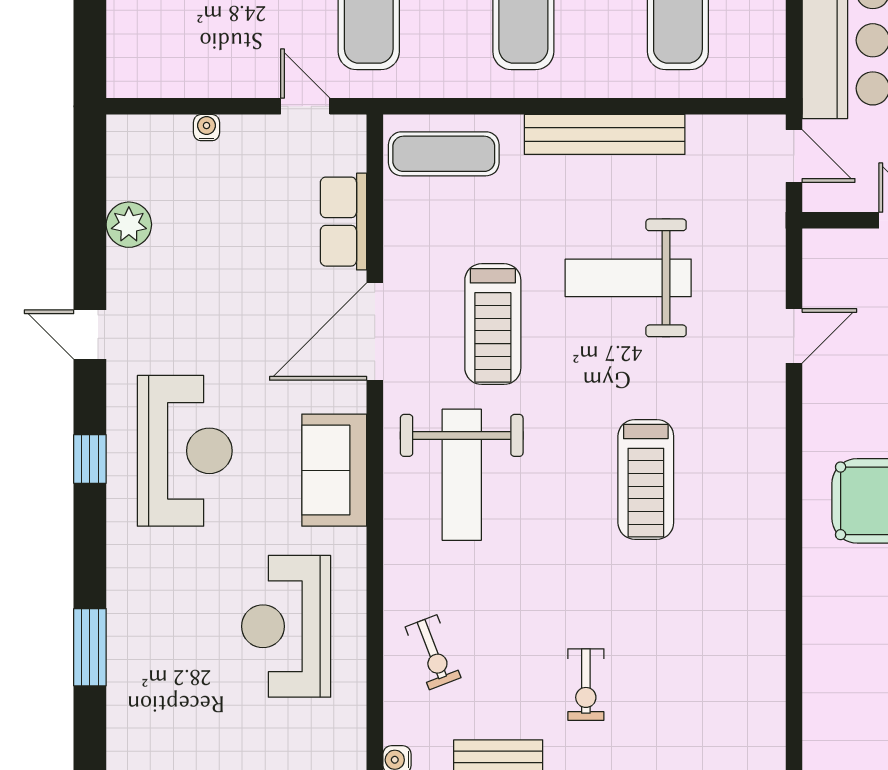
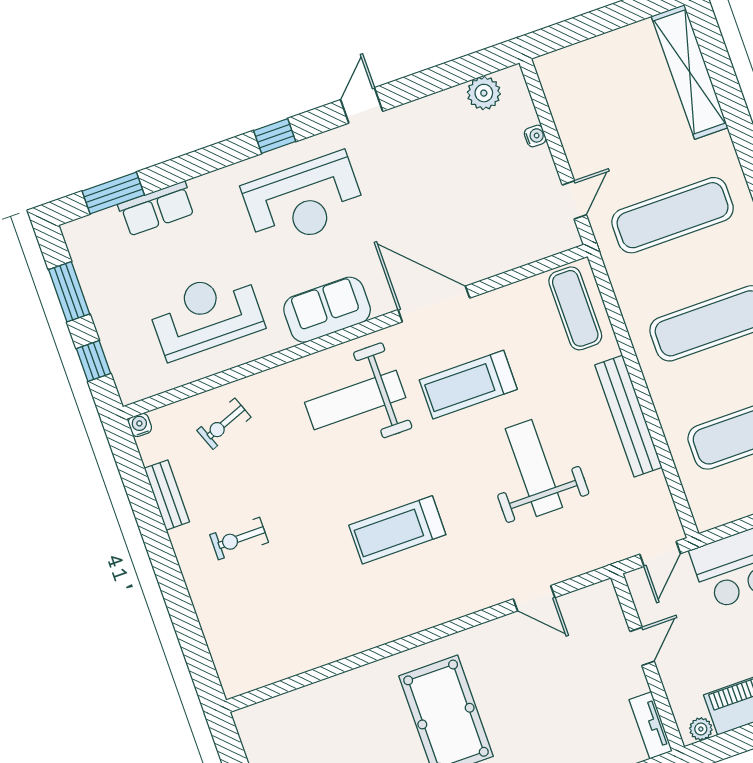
row of seats: (344, 222) -> (157, 209), moved, turned 180
plant: (129, 225) -> (484, 93), moved
window: (90, 647) -> (113, 193), moved

